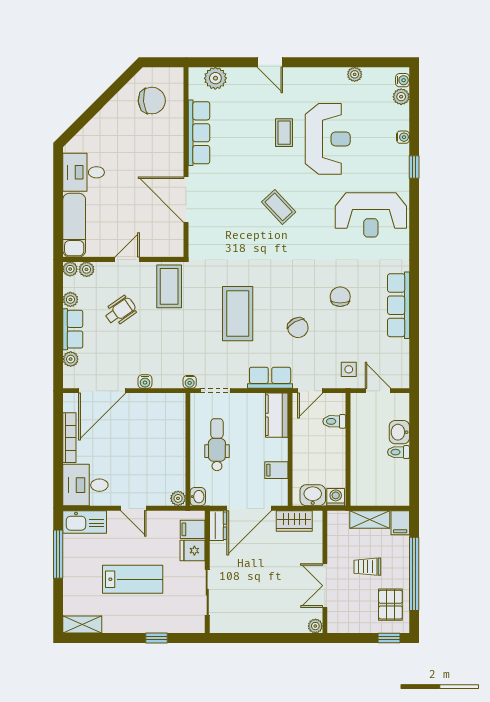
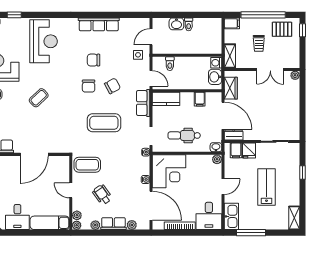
chair: (298, 288) -> (89, 86), added
corner desk: (158, 420) -> (169, 171), added
shelving: (370, 519) -> (230, 56), moved

